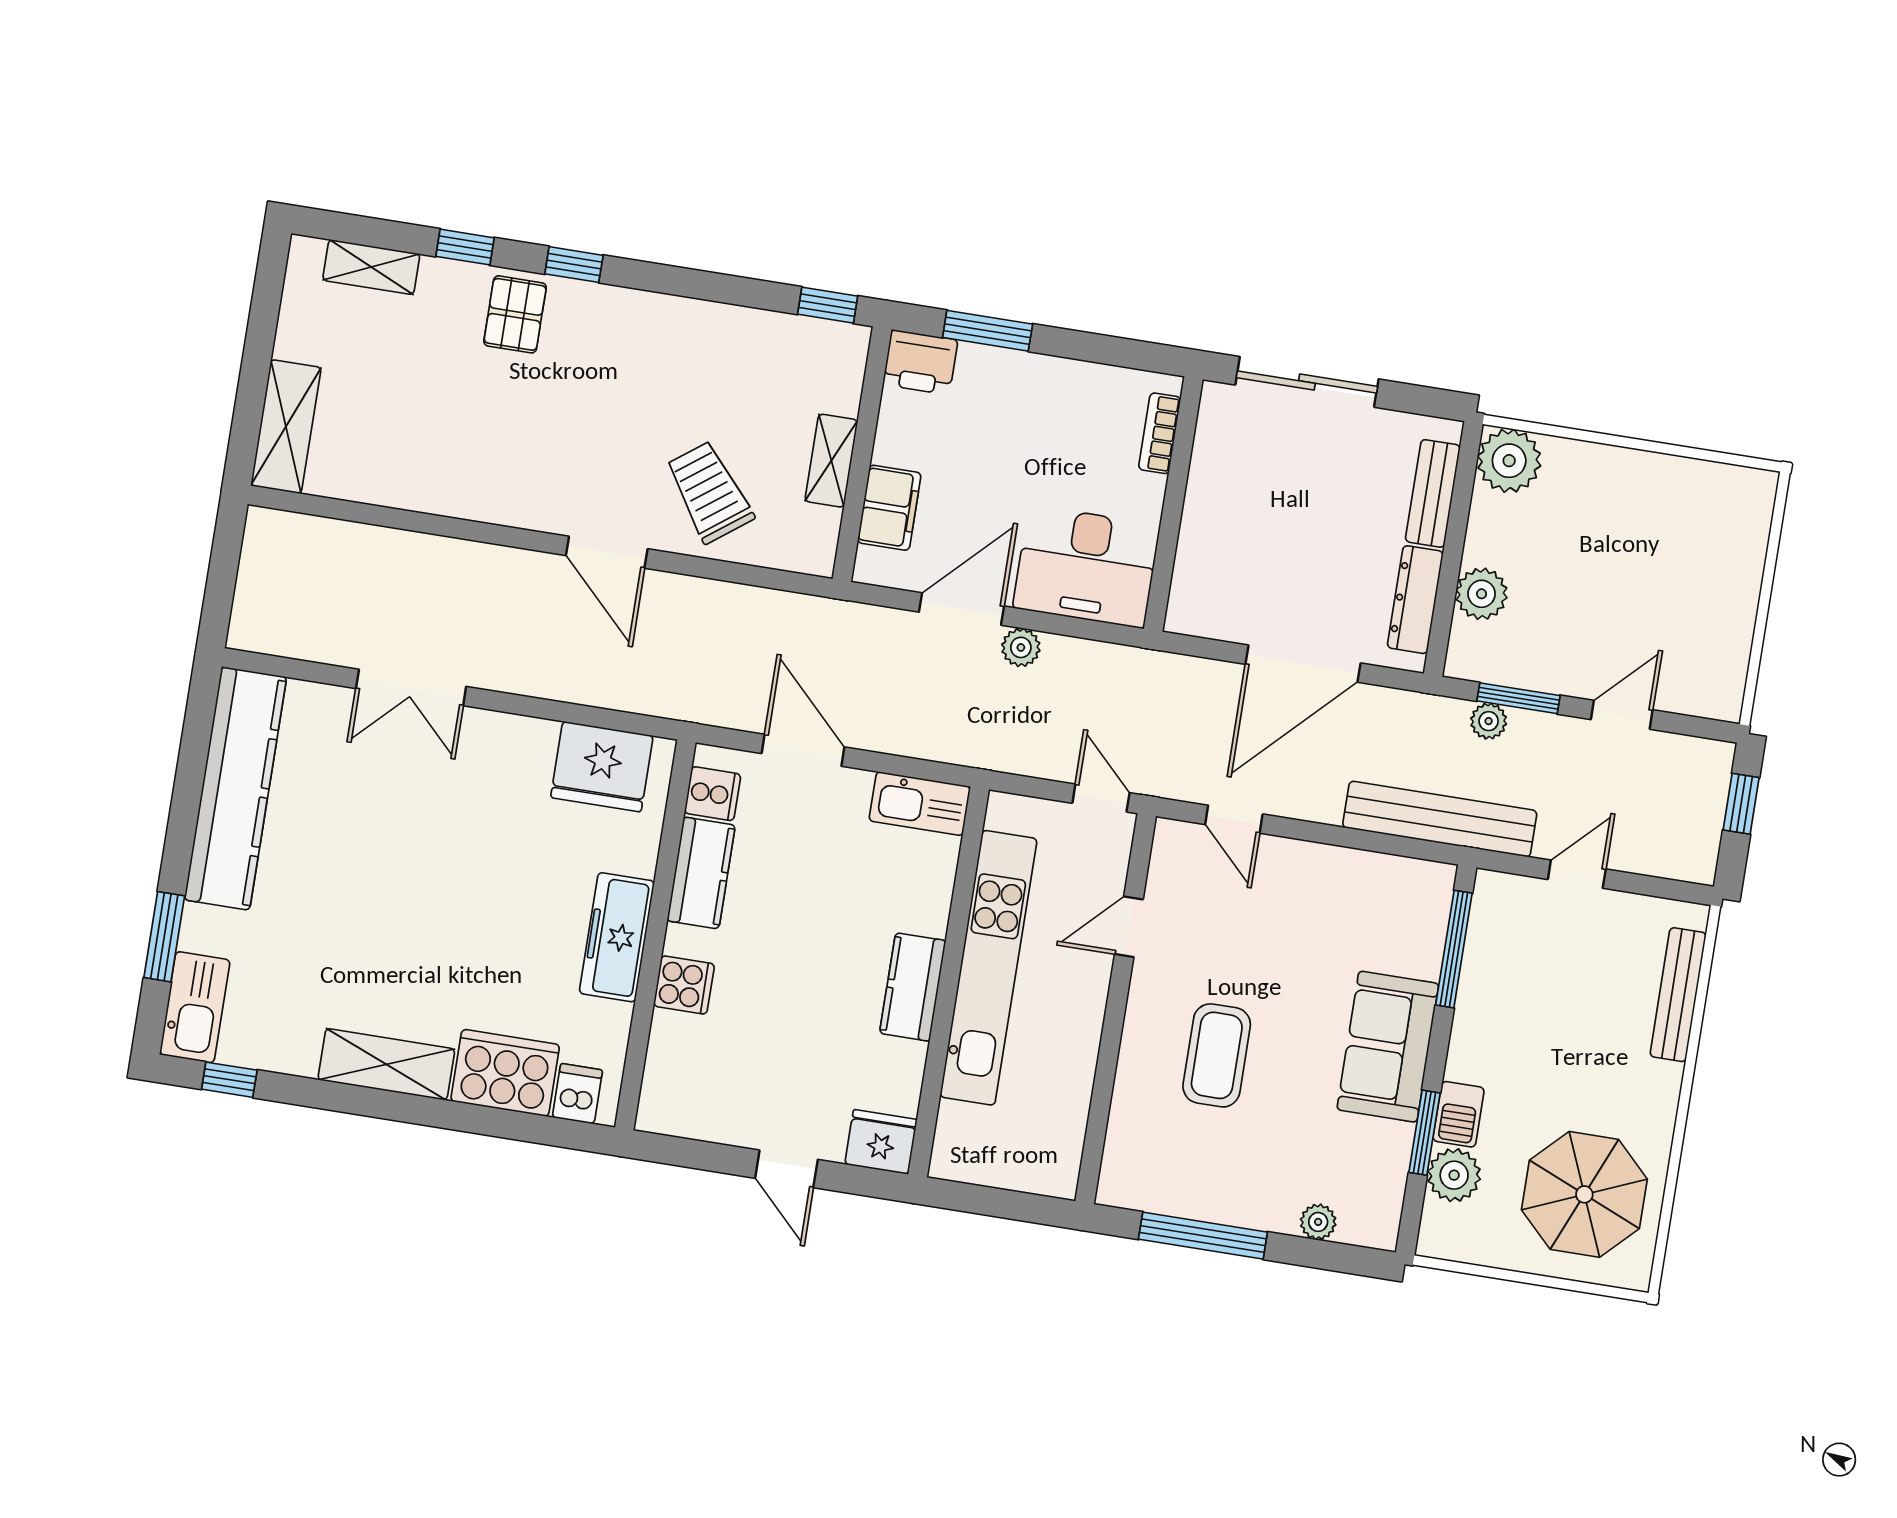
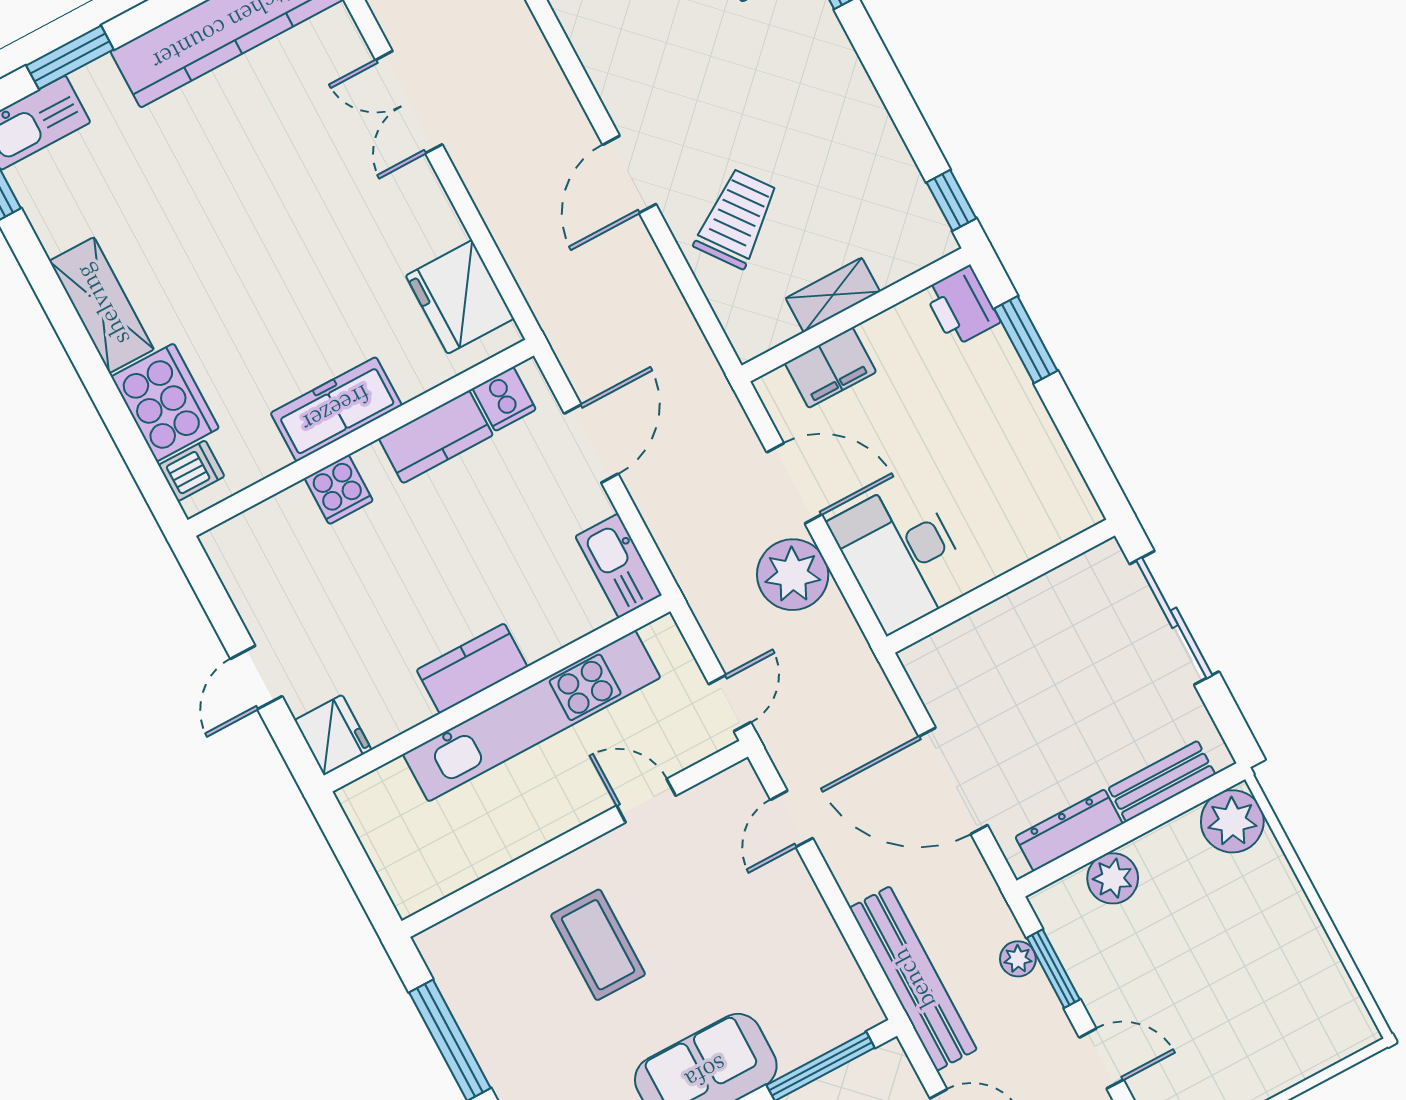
bookcase: (1160, 433) -> (1048, 534), removed
plant: (1021, 647) -> (793, 575), width x1.88, depth x1.88
coffee table: (1217, 1055) -> (598, 945), turned 90

